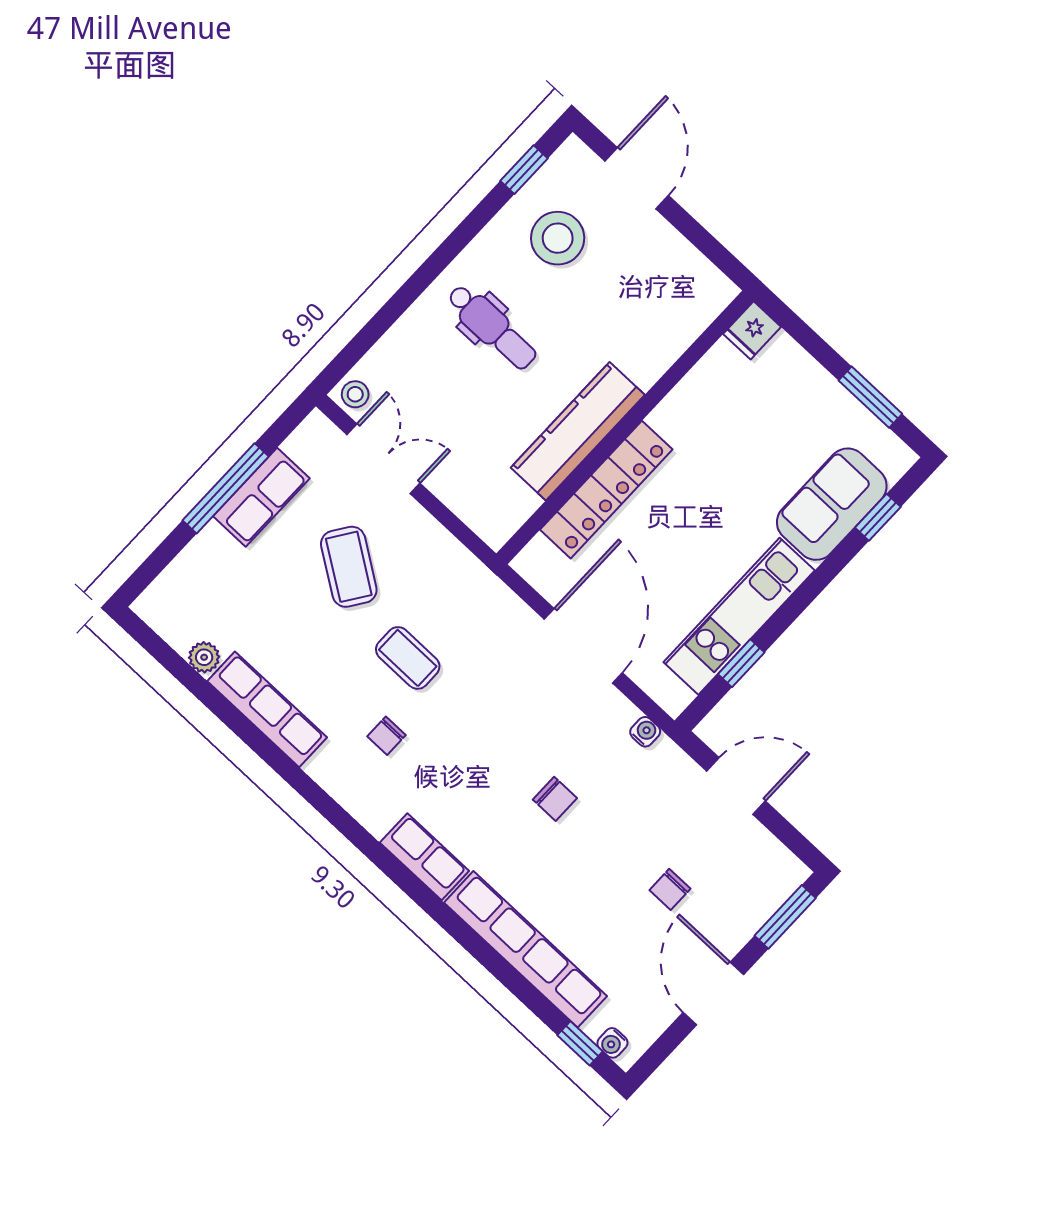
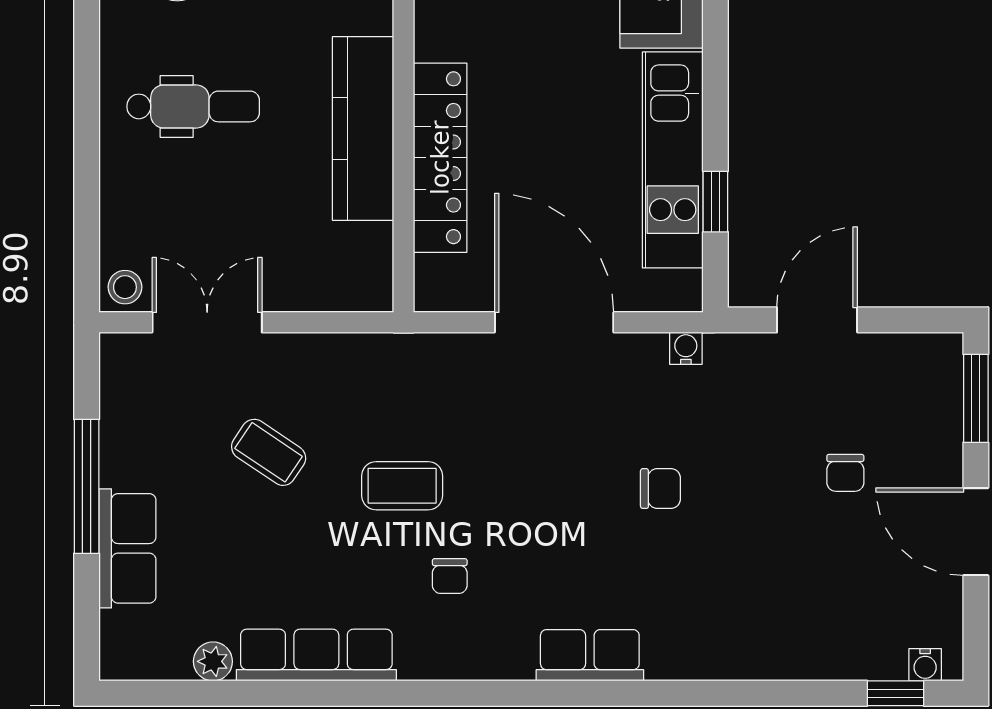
row of seats: (261, 497) -> (127, 548), moved
coffee table: (349, 567) -> (269, 452), width x0.73, depth x0.77
row of seats: (525, 949) -> (764, 653), removed

